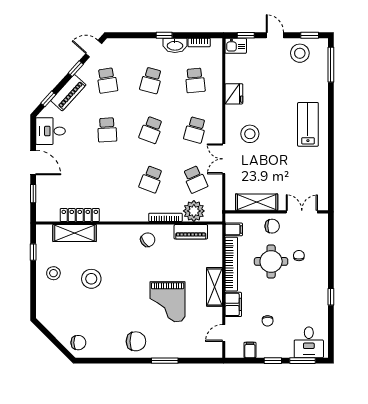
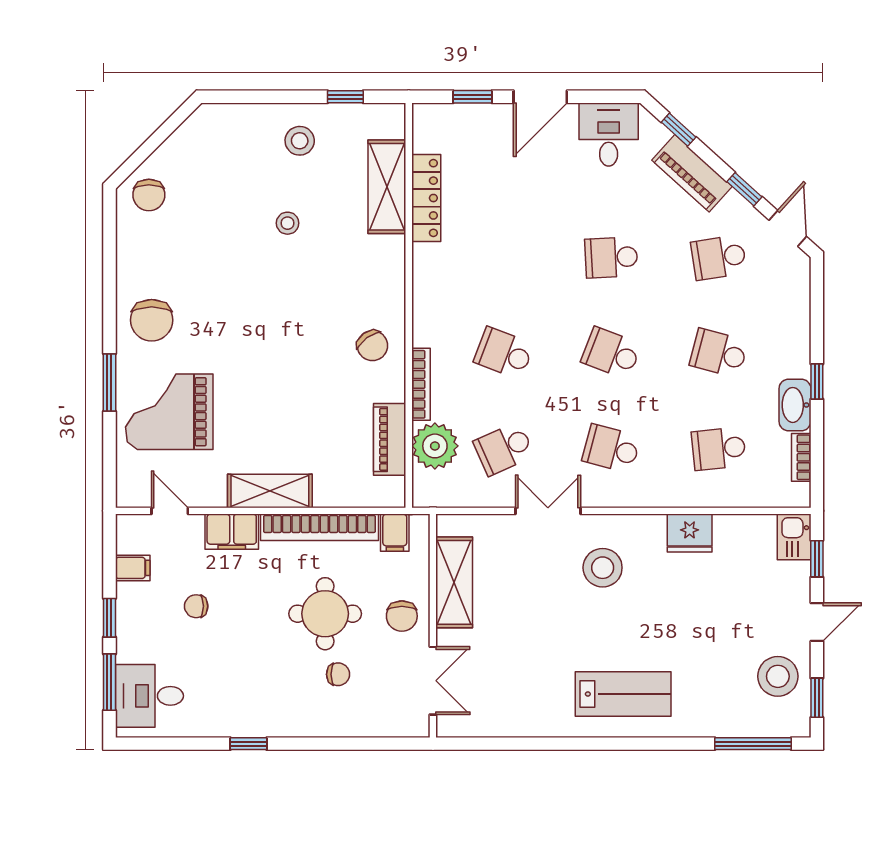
stool: (91, 279) -> (288, 223), width x0.53, depth x0.53
grand piano: (168, 302) -> (169, 412), moved

